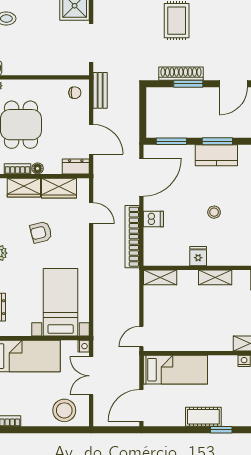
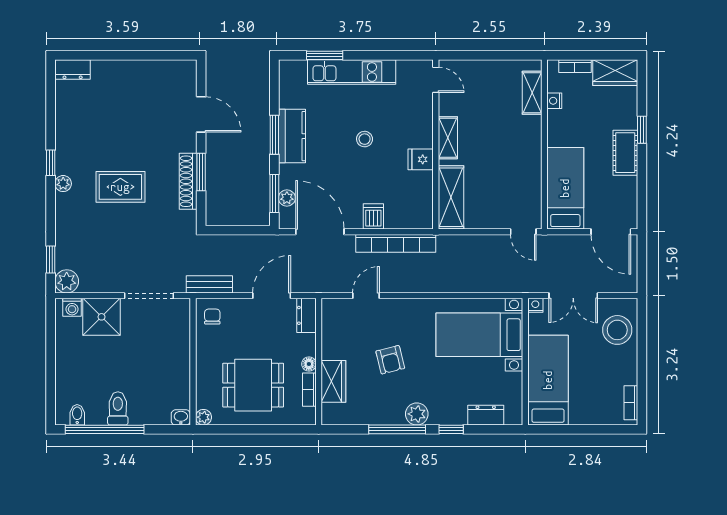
plant: (168, 151) -> (287, 198), added
wardrobe: (59, 188) -> (334, 337), removed
shelving: (160, 277) -> (451, 197), width x1.50, depth x1.33

